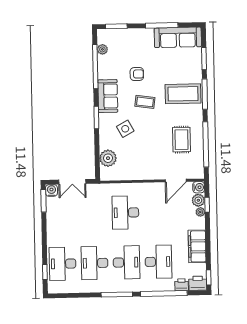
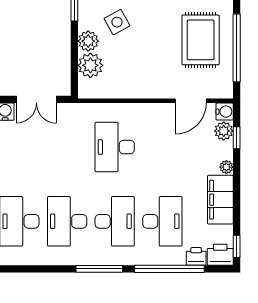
rug: (182, 140) -> (201, 40), width x1.36, depth x1.43
plant: (106, 142) -> (88, 41), added
plant: (200, 212) -> (226, 167), moved

